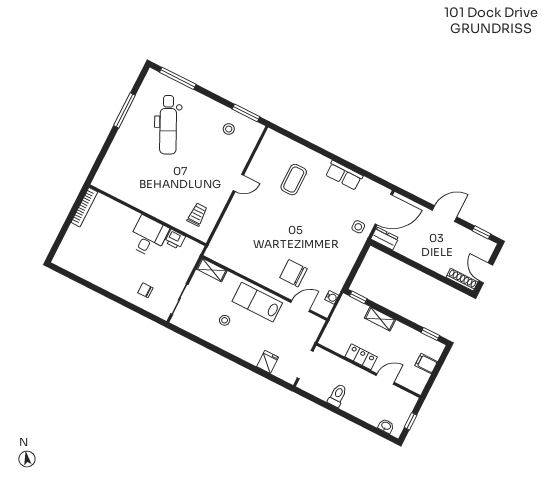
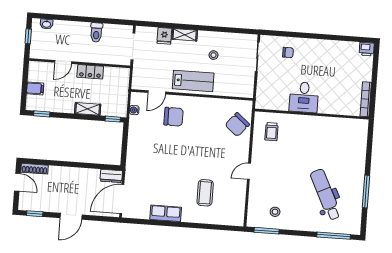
side table: (358, 227) -> (137, 176), removed
chair: (230, 237) -> (237, 125), added
printer: (175, 239) -> (367, 49), moved, turned 180
shelving: (212, 270) -> (185, 35), moved

